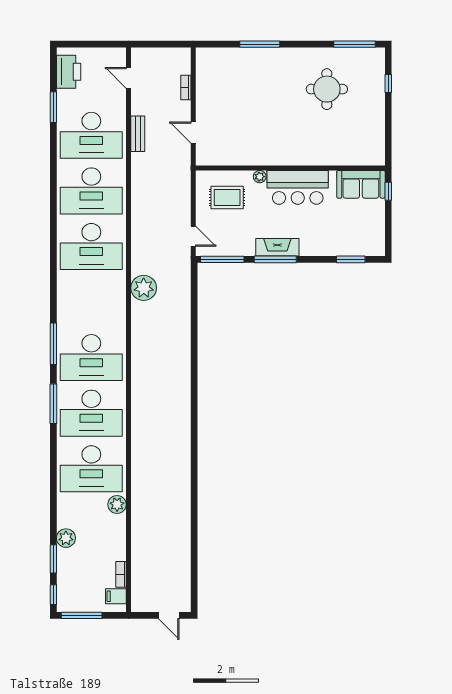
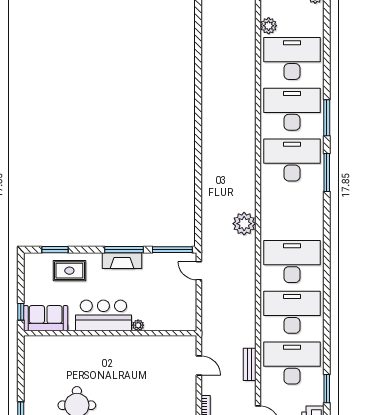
rug: (227, 198) -> (69, 271), moved

